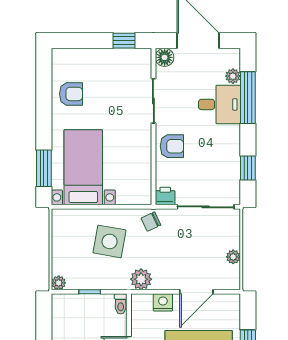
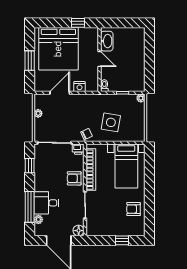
window: (124, 41) -> (122, 240), moved
bookcase: (143, 161) -> (91, 170), added
window: (44, 168) -> (149, 165), removed
plant: (141, 279) -> (92, 100), removed

